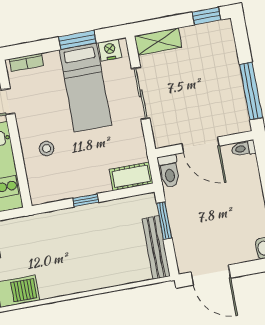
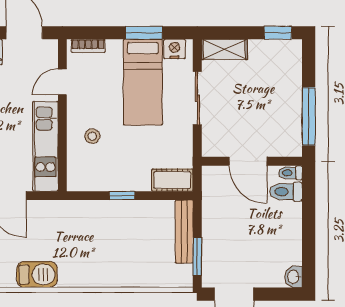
toilet: (169, 171) -> (286, 192), moved, turned 90
window: (164, 221) -> (197, 256), moved
bench: (156, 247) -> (184, 231), moved

